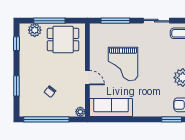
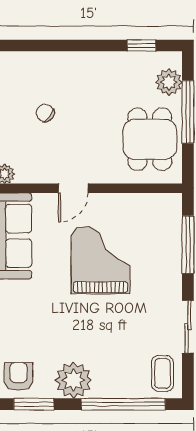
grand piano: (123, 64) -> (101, 260), turned 90
window: (16, 86) -> (56, 45), removed

